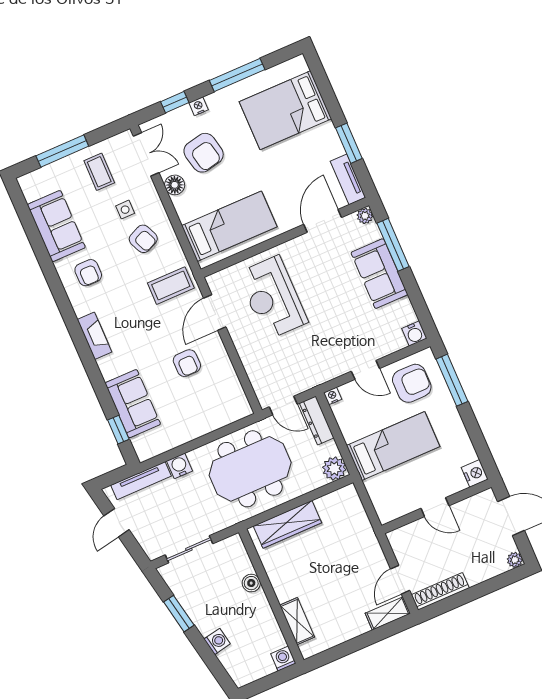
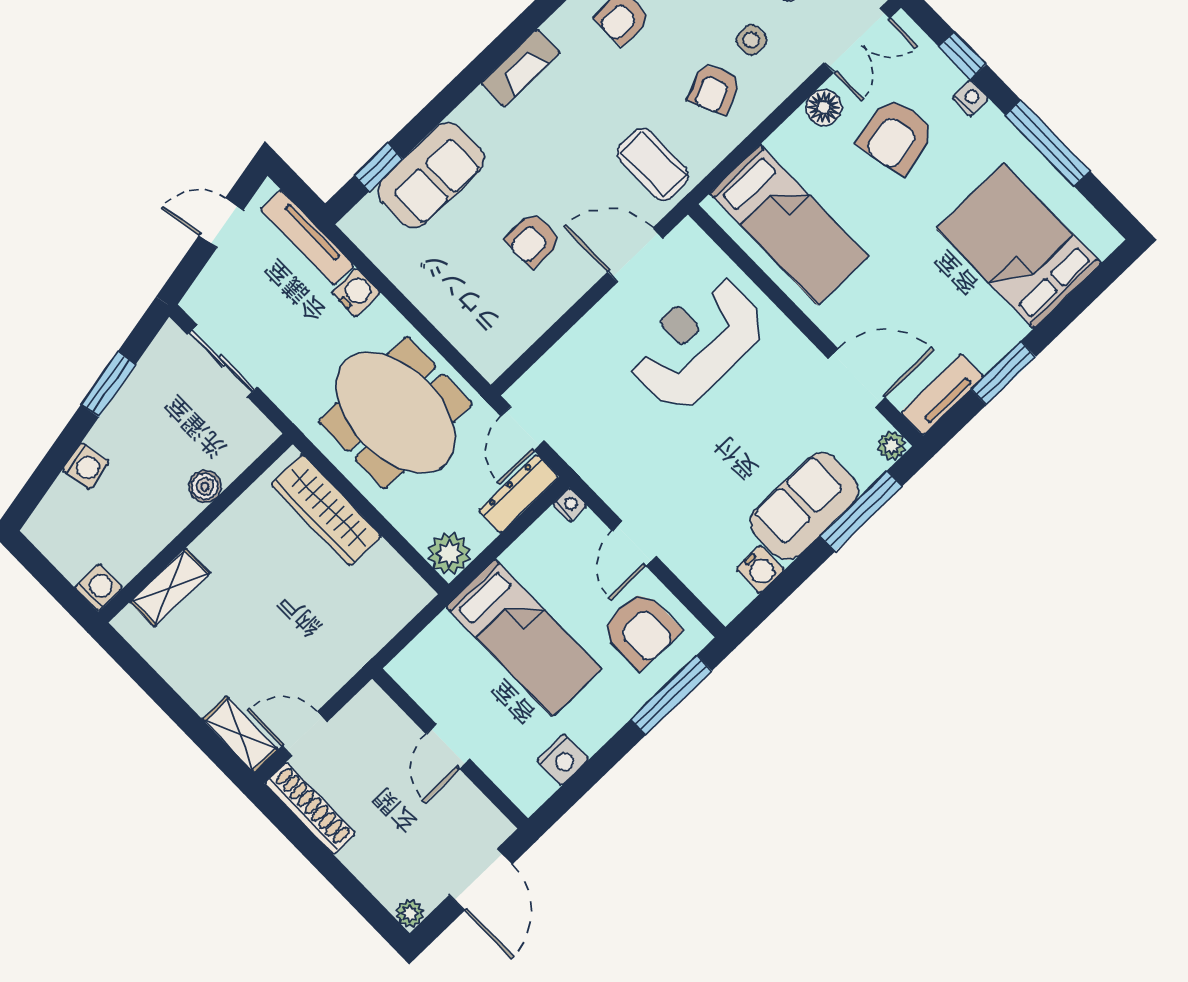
water cooler: (414, 334) -> (760, 569), moved, turned -90
nightstand: (475, 473) -> (563, 760), moved

